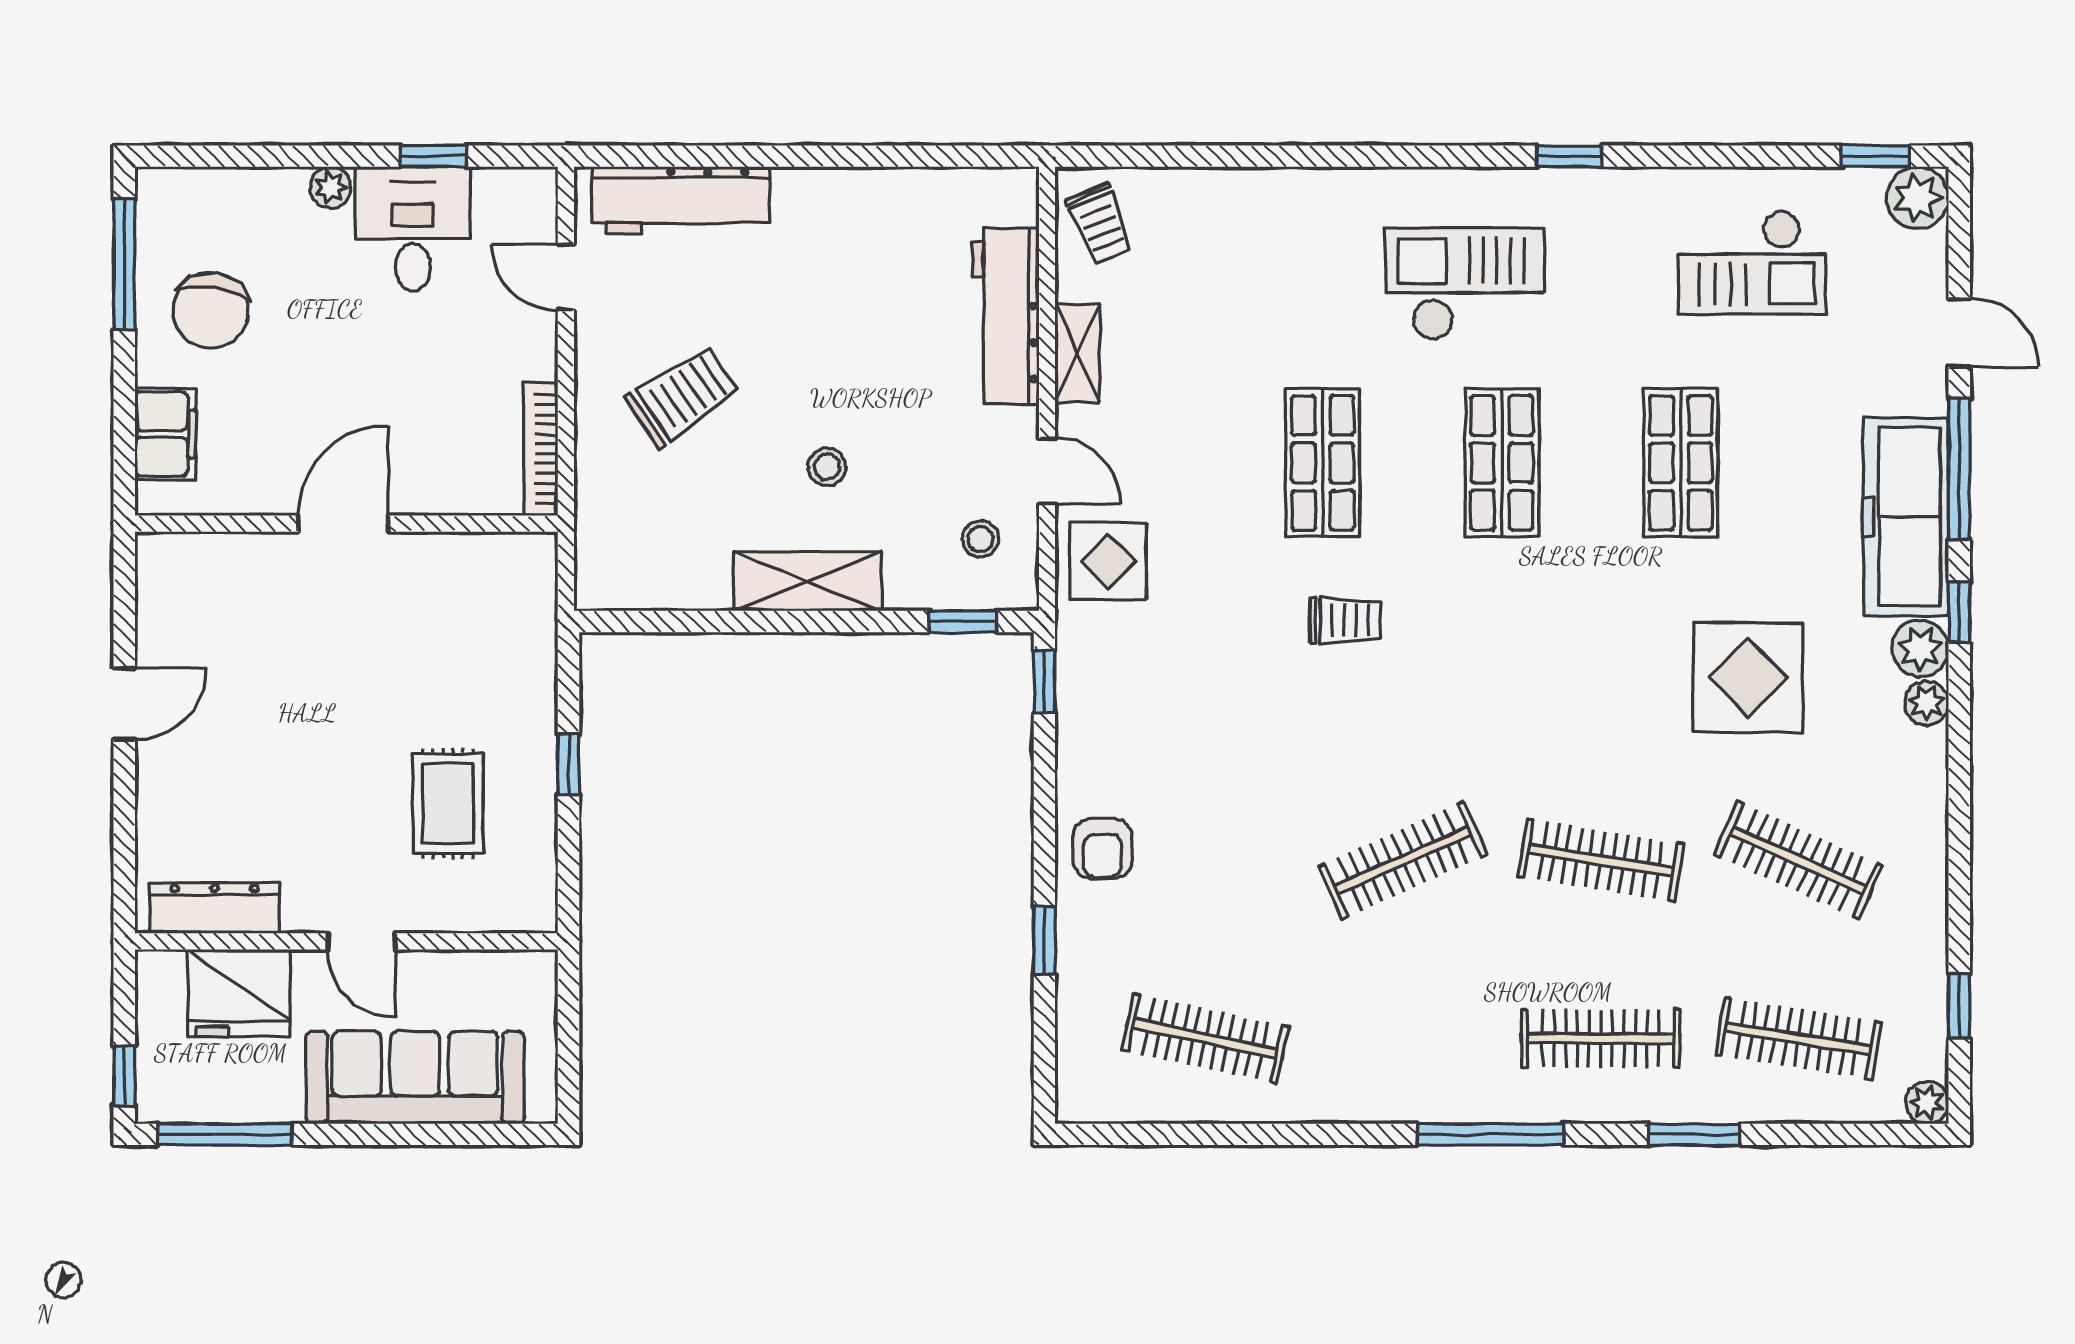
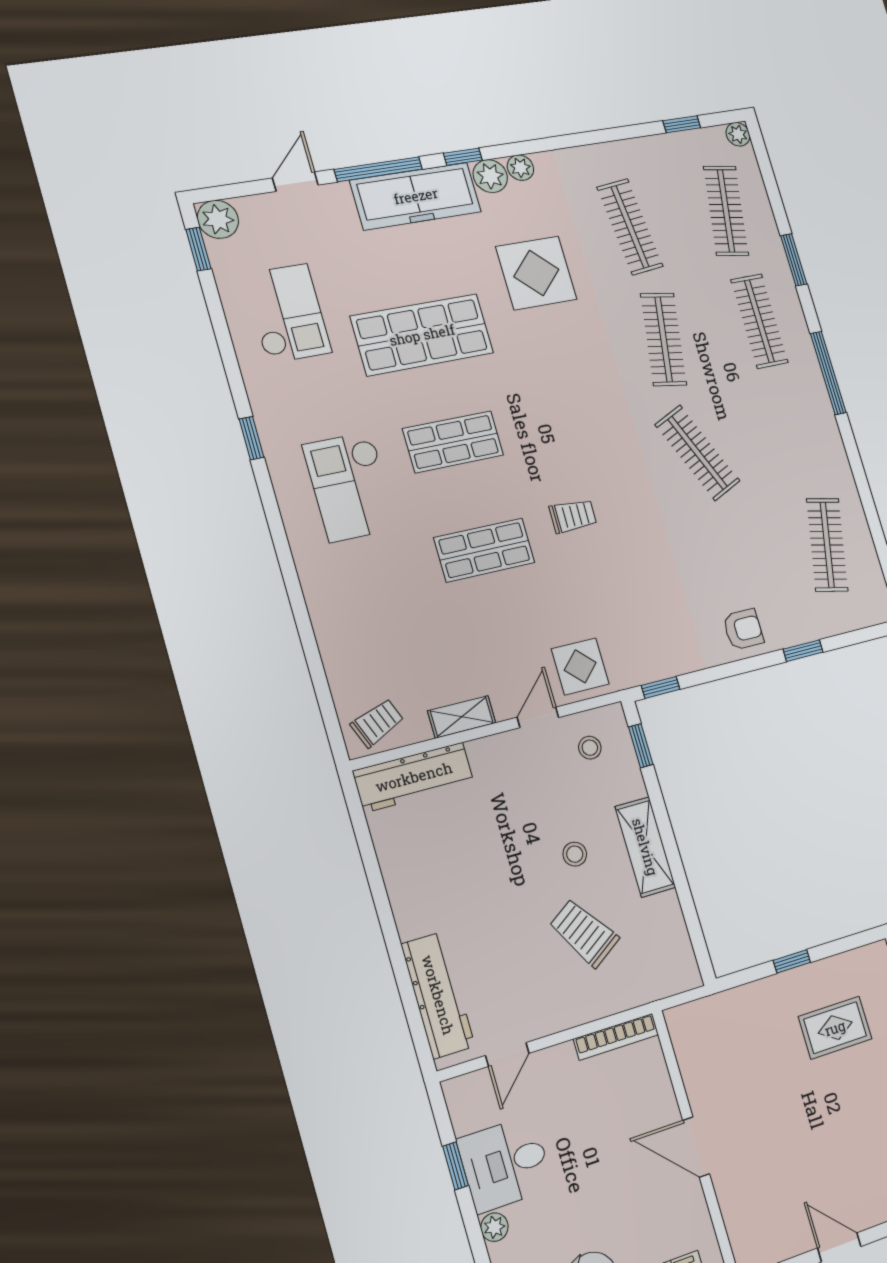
workbench: (1006, 316) -> (414, 777), moved
trolley: (683, 396) -> (584, 933), moved
shop shelf: (1681, 463) -> (422, 335), width x1.43, depth x1.36
trolley: (1345, 620) -> (573, 516), turned 91
clothes rail: (1798, 860) -> (630, 227), turned -30

